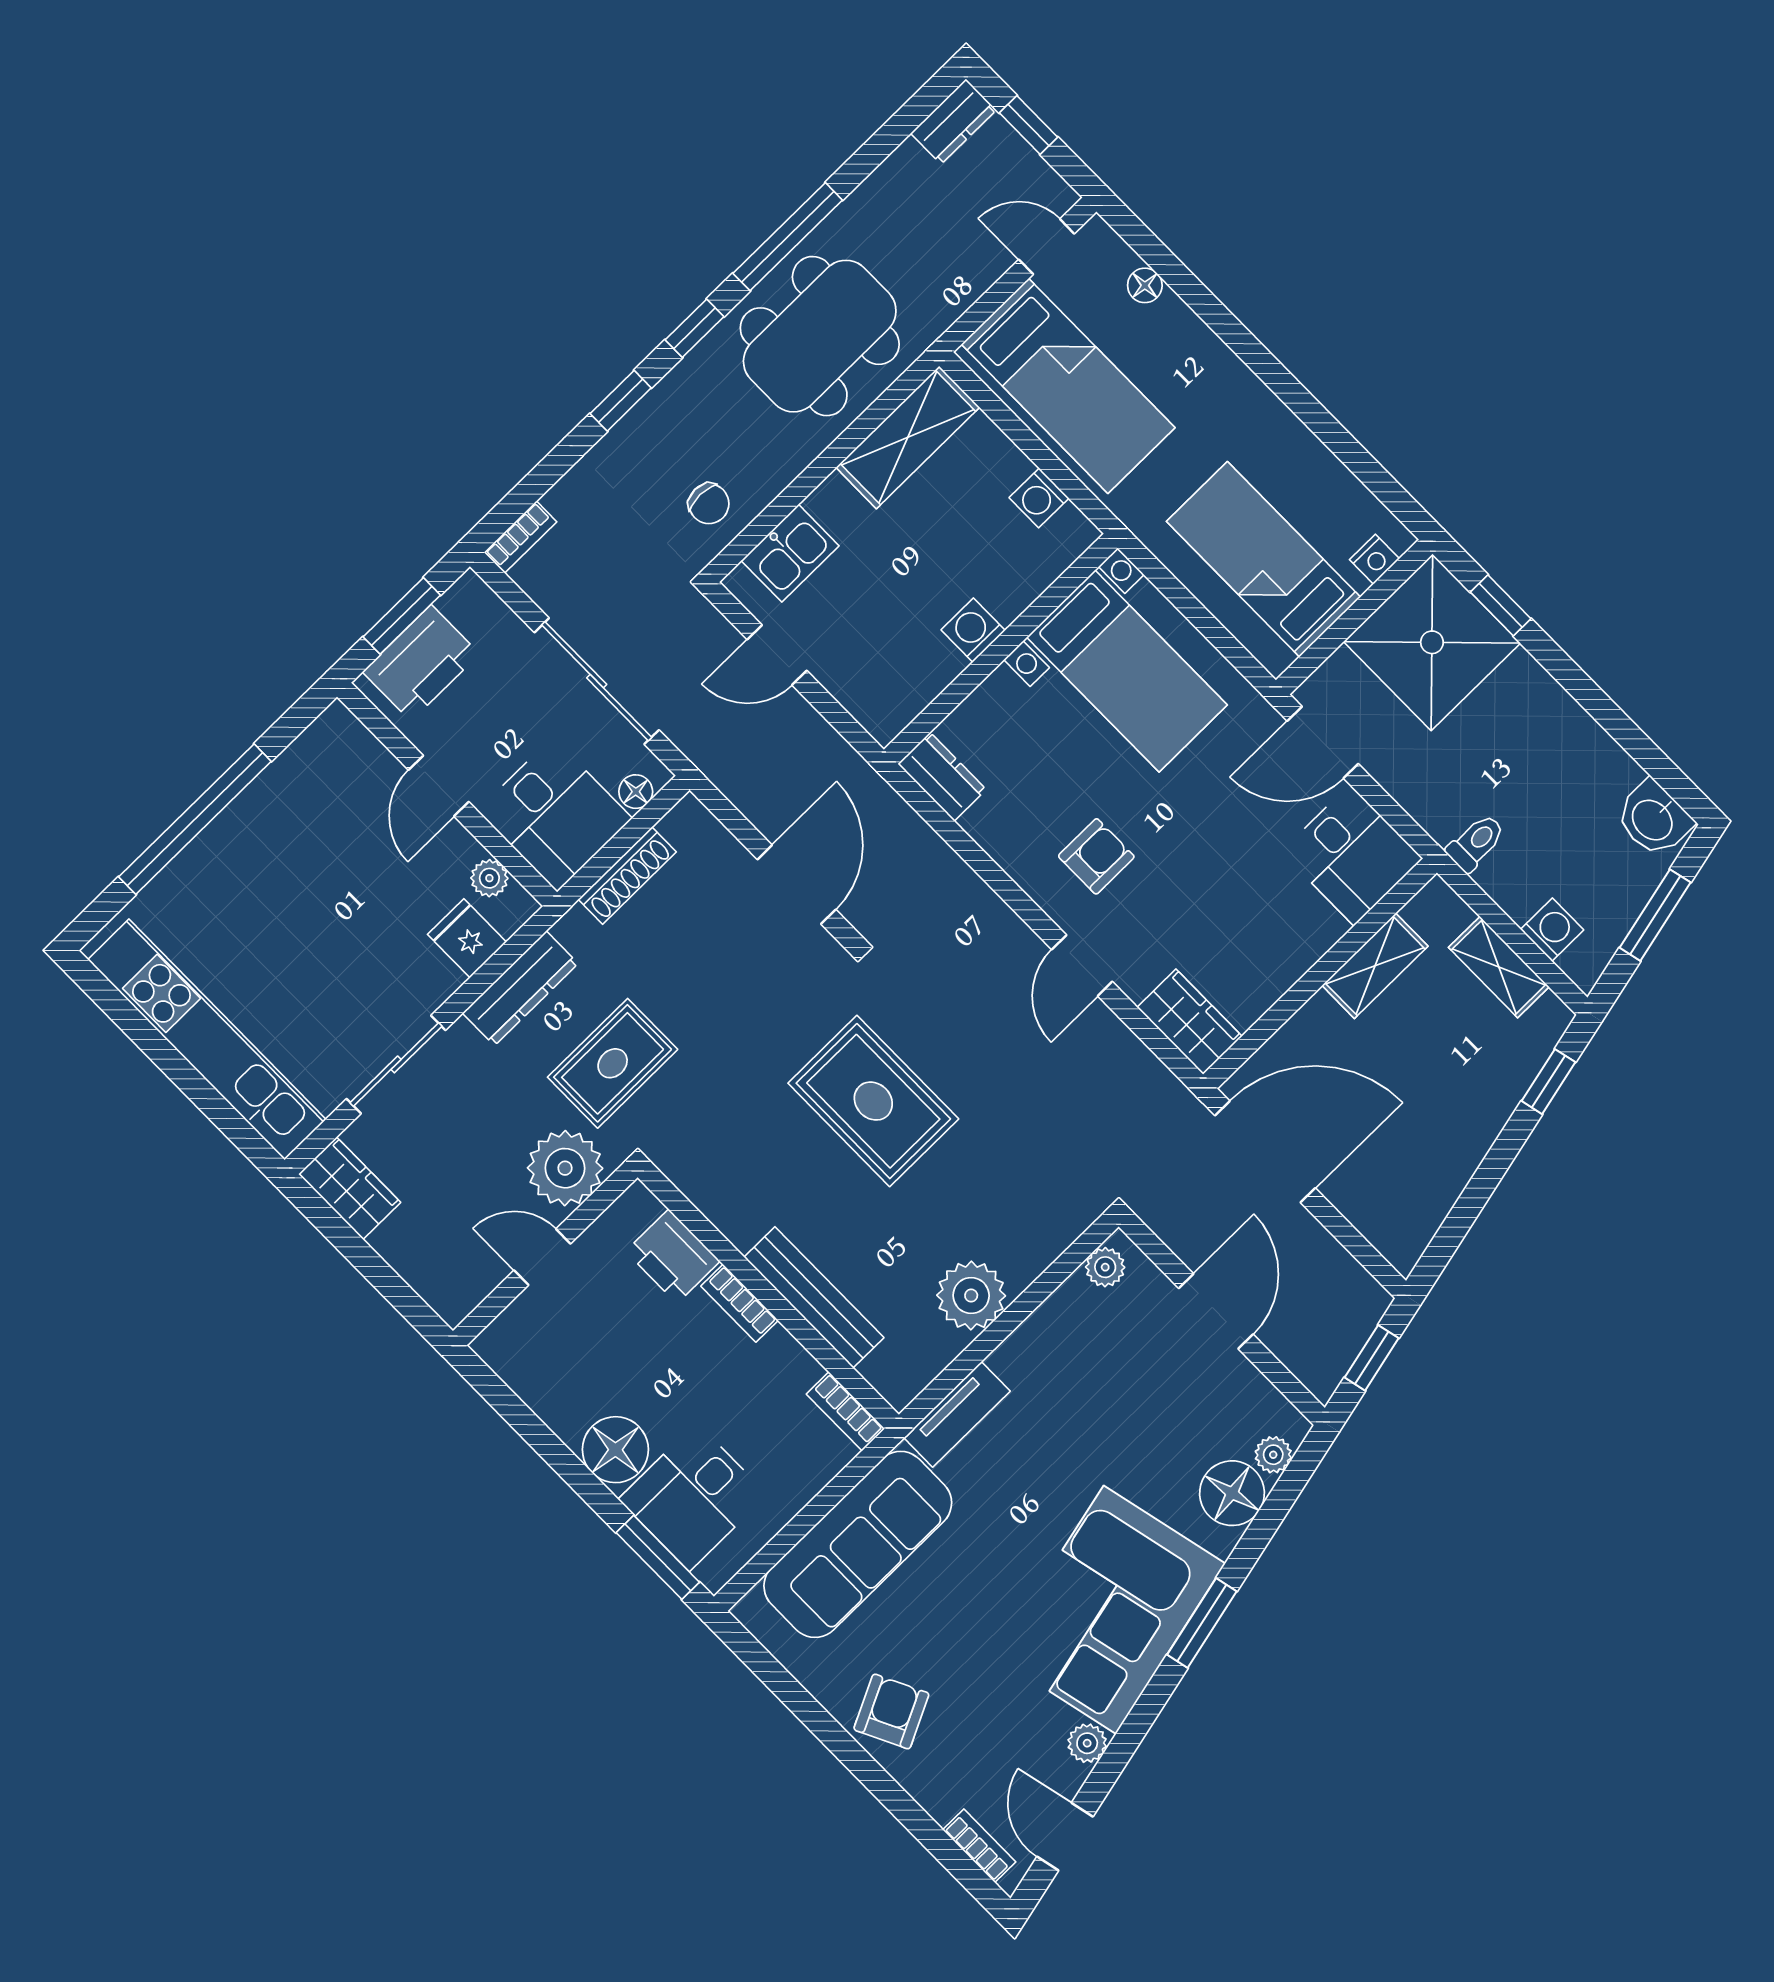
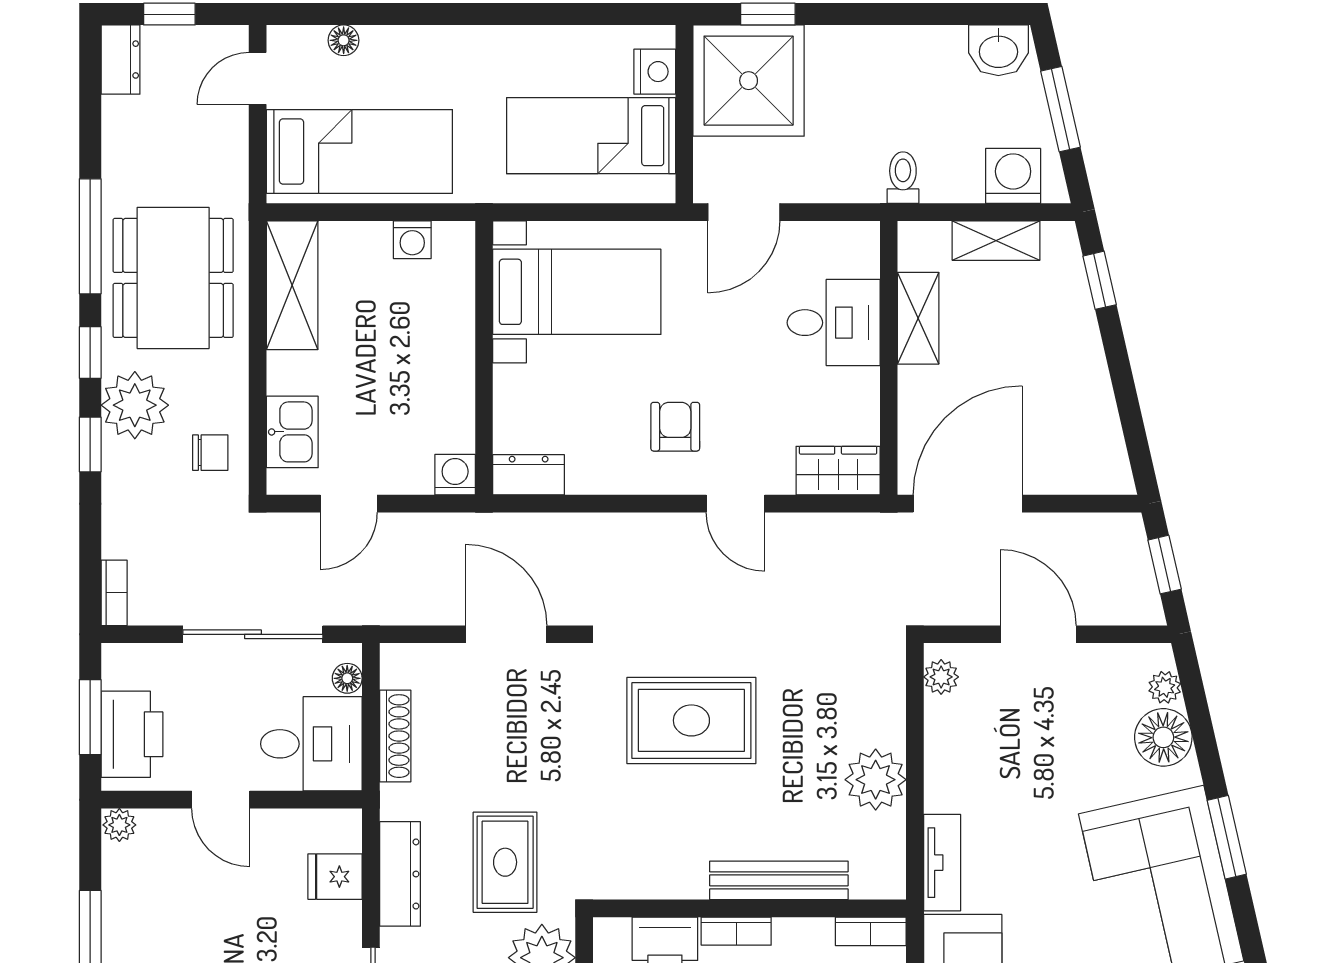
plant: (687, 406) -> (135, 405), added
nightstand: (1375, 559) -> (655, 72), width x1.39, depth x1.35
washing machine: (973, 630) -> (455, 475), moved, turned 90
desk: (1352, 855) -> (834, 323), moved
plant: (489, 878) -> (119, 825), moved
washing machine: (1552, 930) -> (1013, 176), width x1.38, depth x1.38

